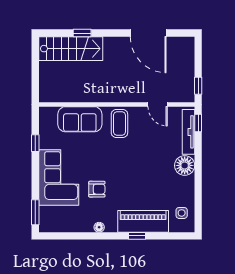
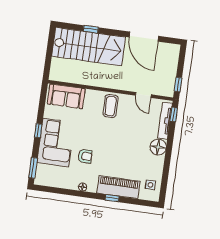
stairs: (71, 49) -> (89, 47), width x1.36, depth x1.51
sofa: (80, 119) -> (66, 96), moved
window: (35, 143) -> (38, 131), moved

